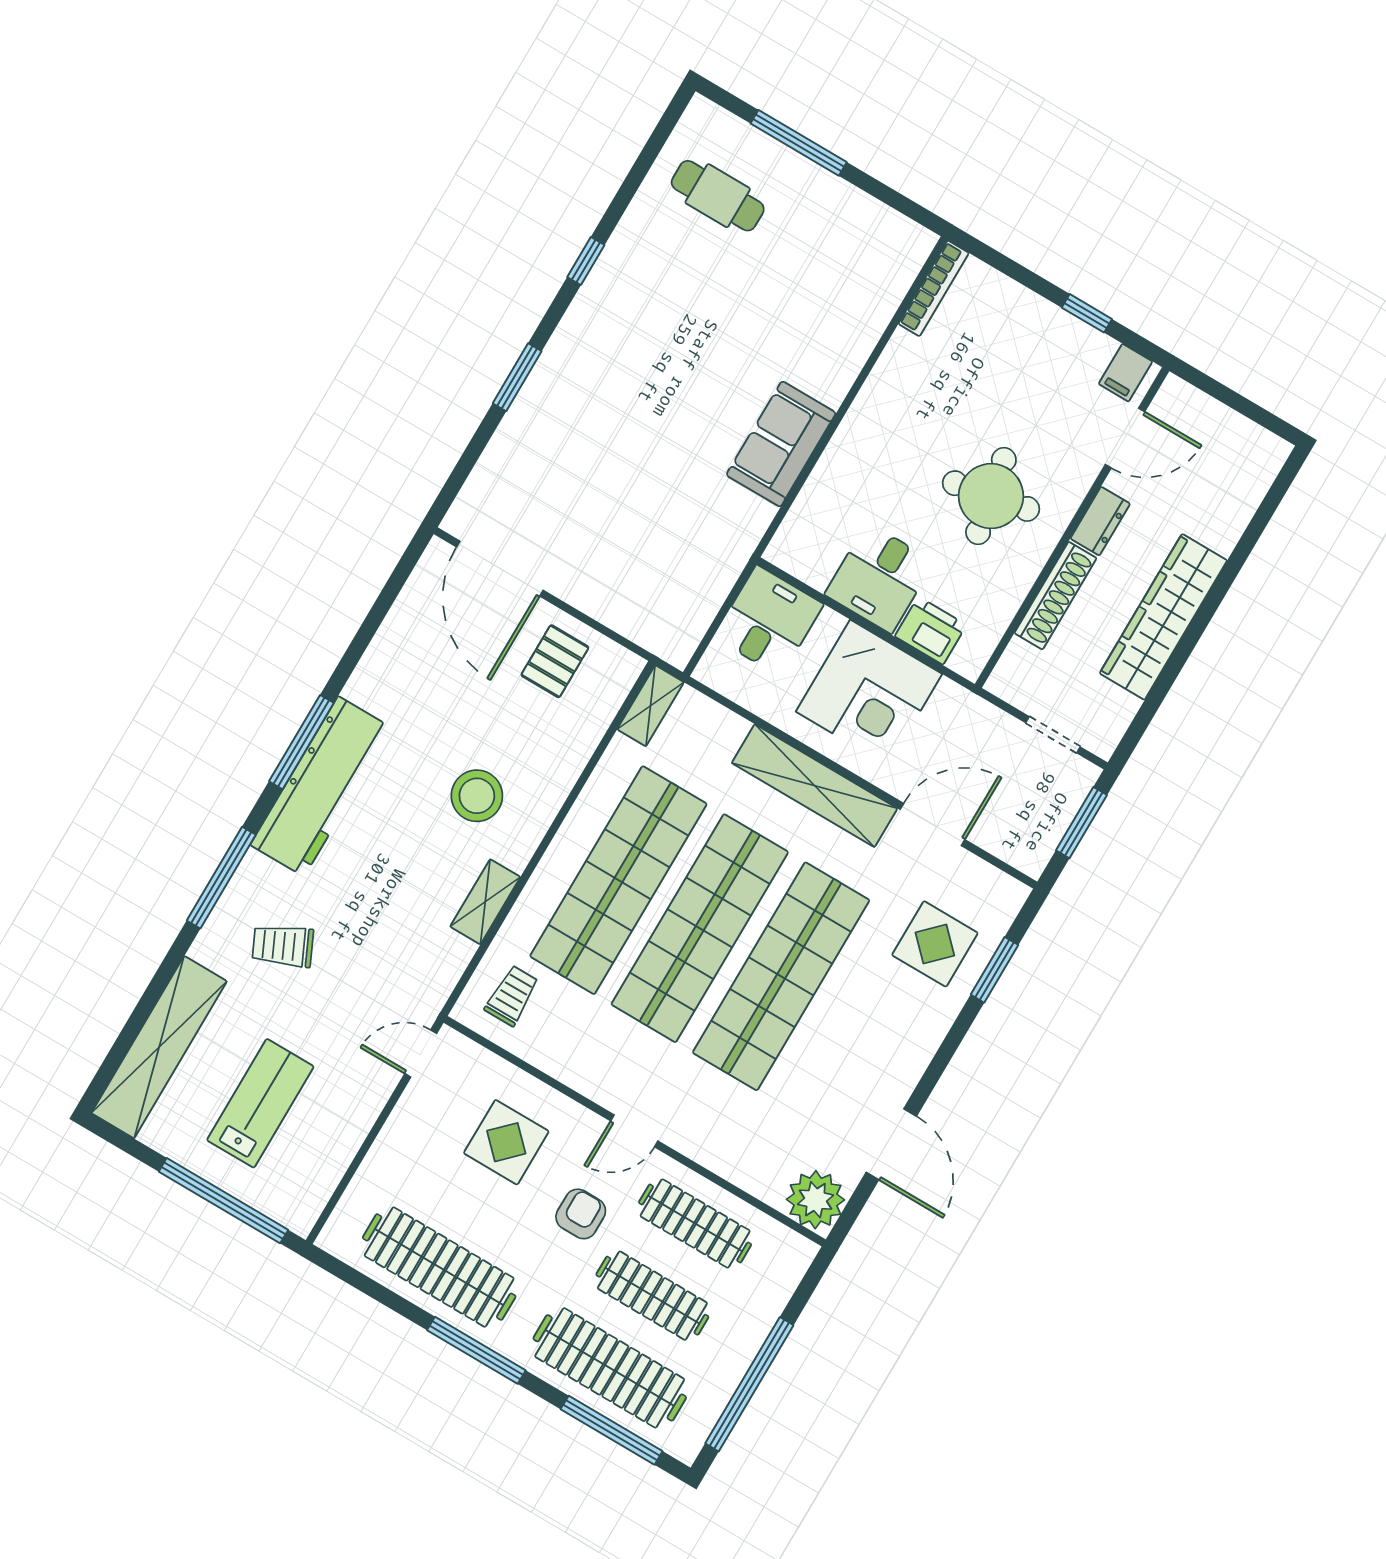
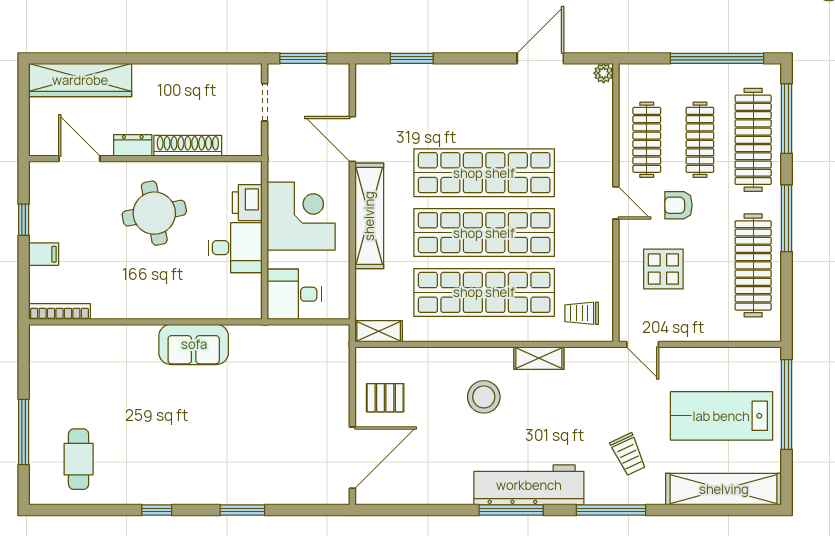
filing cabinet: (1125, 373) -> (44, 254), moved
wardrobe: (1163, 617) -> (80, 80), moved
display table: (935, 944) -> (417, 99), removed
lab bench: (260, 1103) -> (721, 416), width x1.36, depth x1.39
plant: (815, 1200) -> (604, 73), width x0.53, depth x0.53

